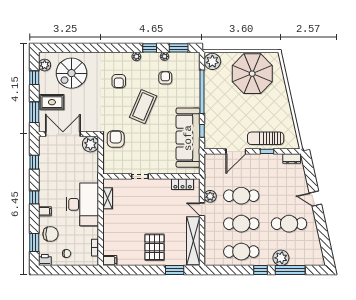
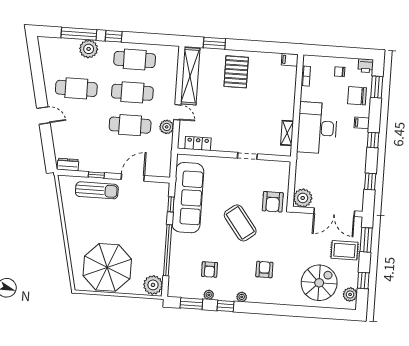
coffee table: (143, 107) -> (240, 223), moved, turned -60

